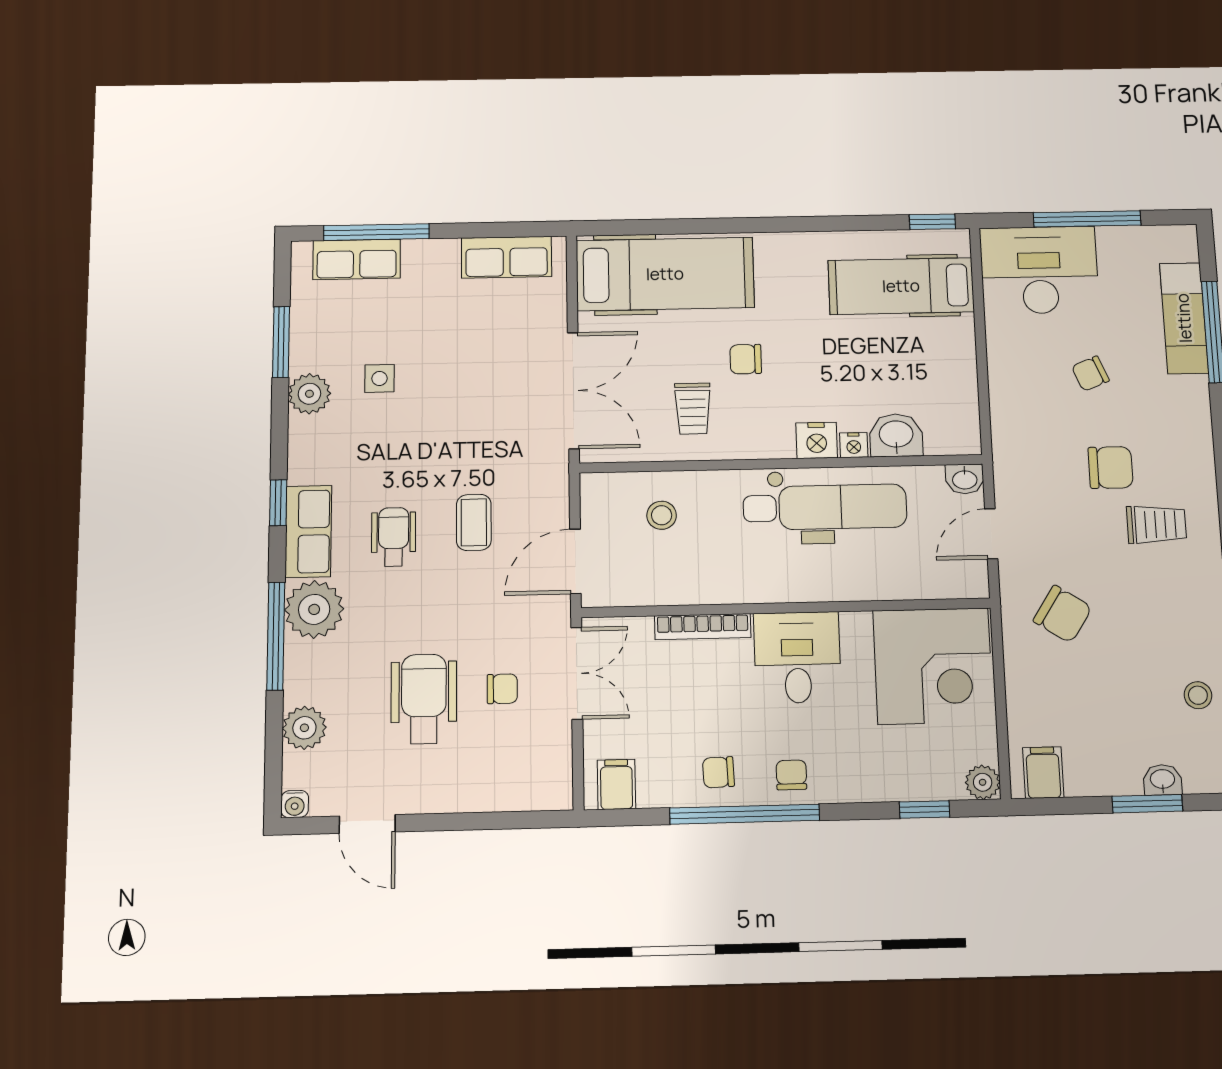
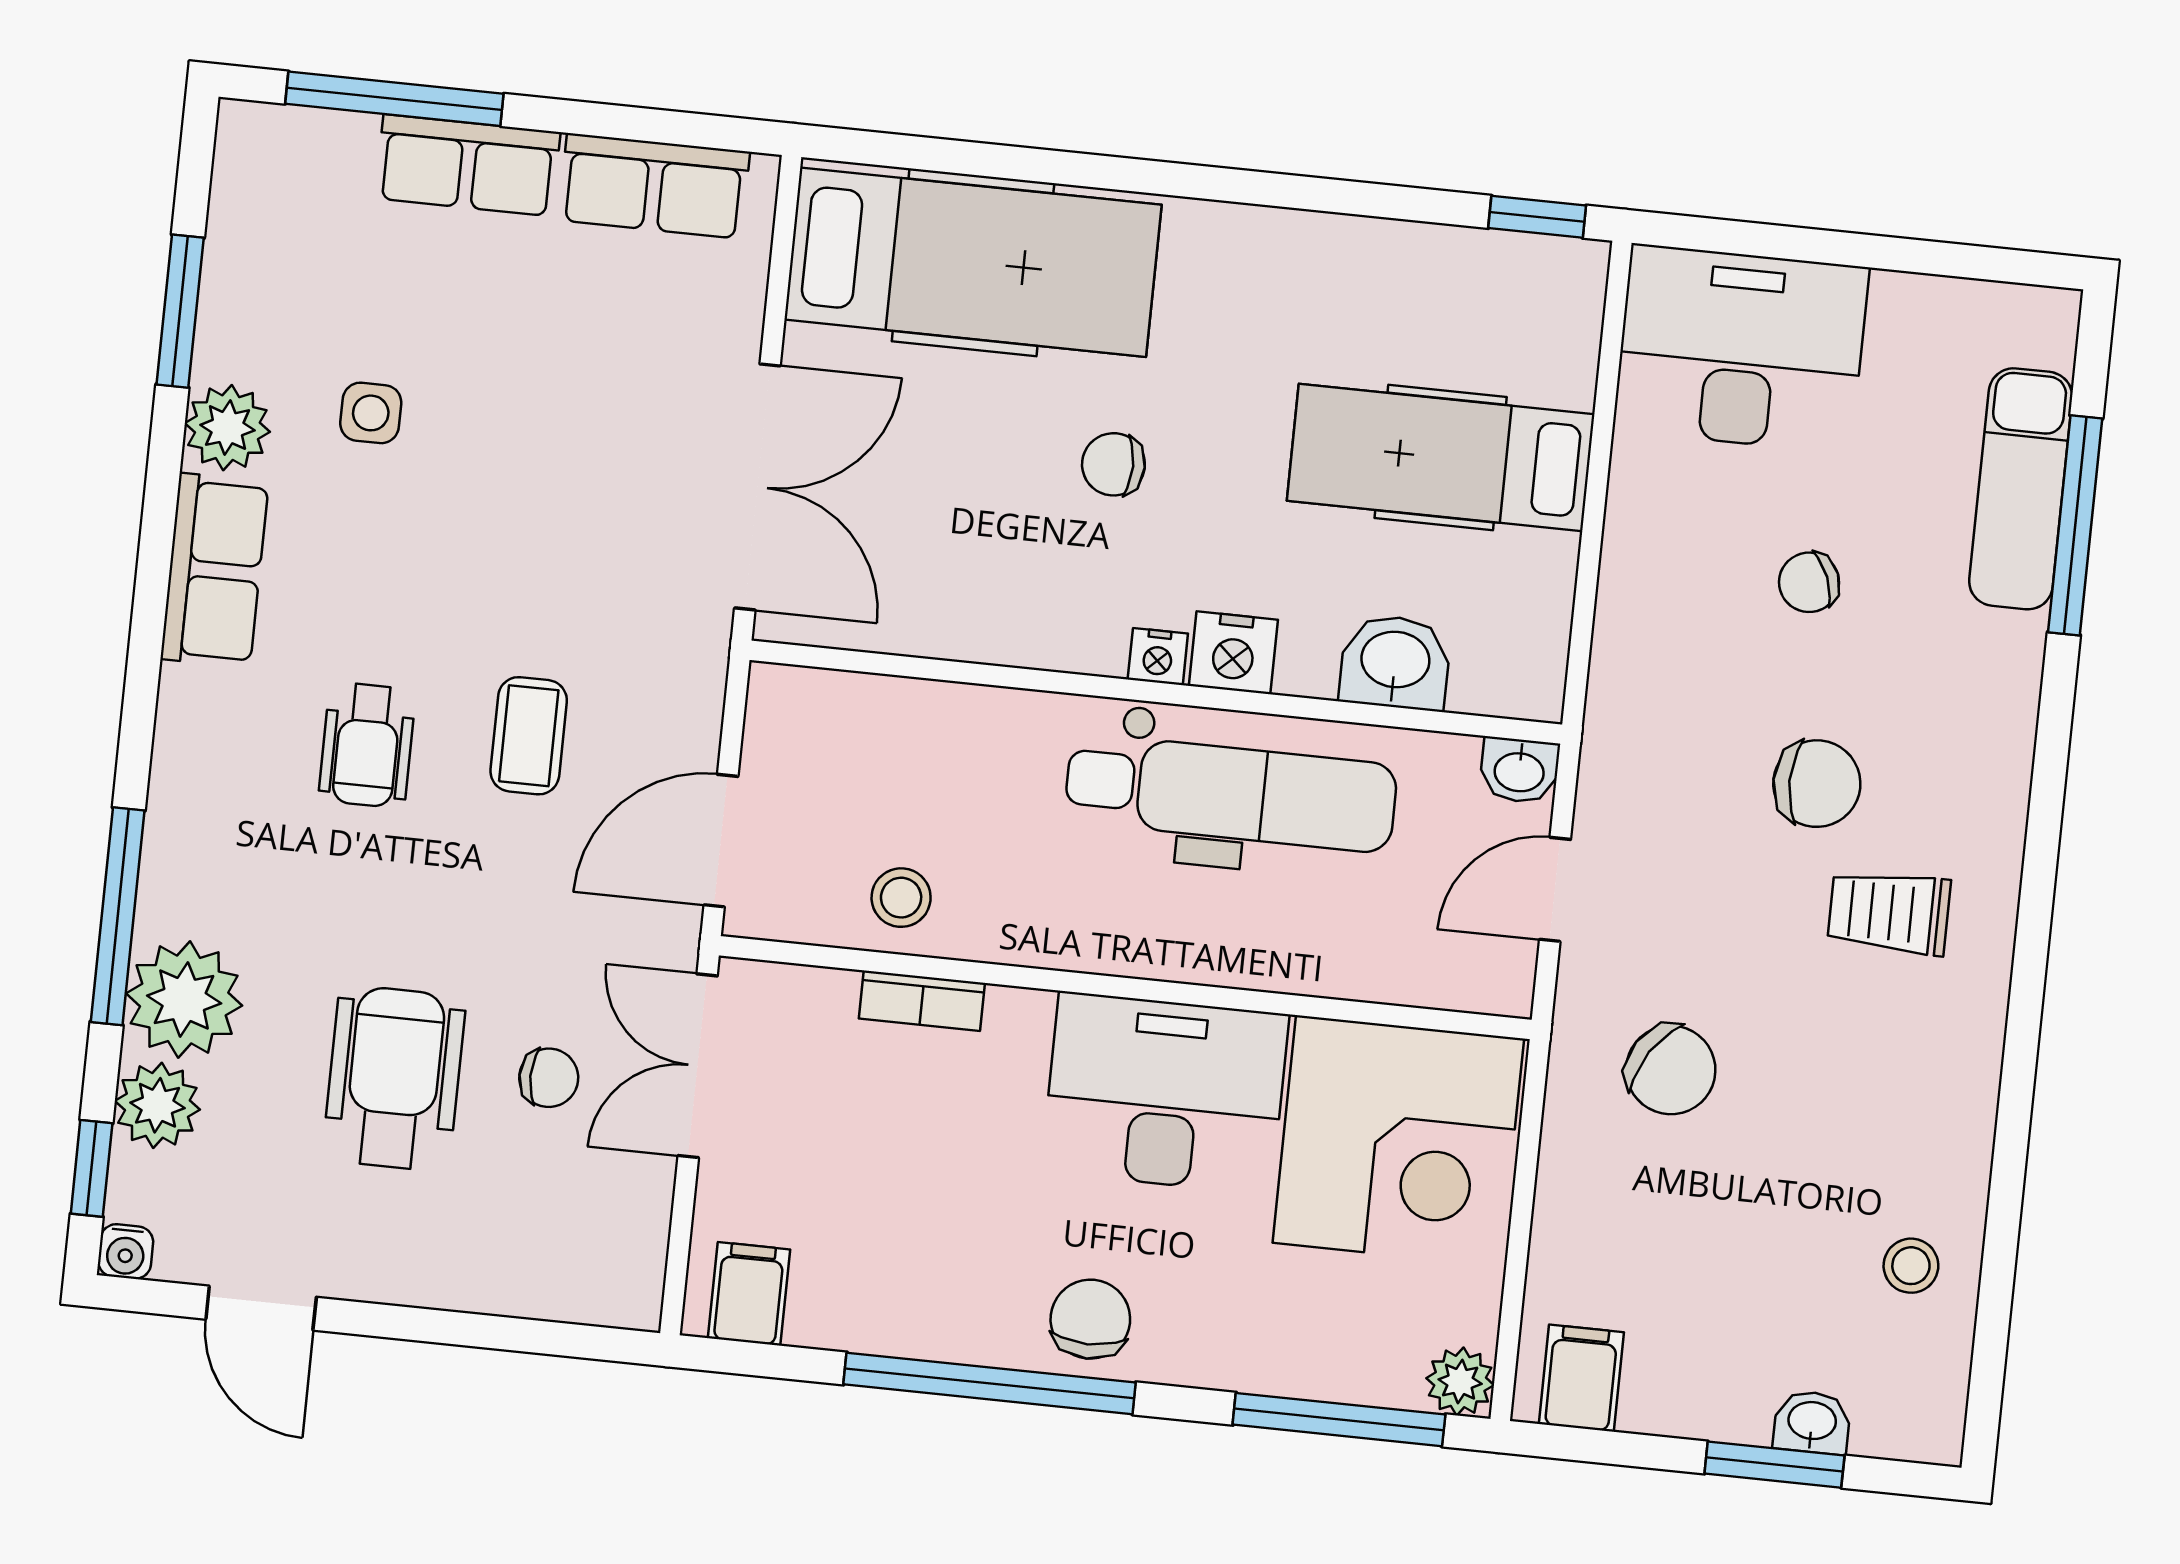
window: (1087, 219) -> (1858, 250), removed
row of seats: (357, 259) -> (468, 165), moved
hospital bed: (901, 286) -> (1441, 458), moved
trolley: (693, 409) -> (993, 555), removed
nightstand: (854, 445) -> (1158, 657), moved
window: (278, 503) -> (92, 1168), moved
stool: (662, 515) -> (901, 898), moved
trolley: (1156, 524) -> (1889, 912), turned 180
row of seats: (308, 531) -> (215, 570), moved
wheelchair: (394, 537) -> (367, 745), turned 180
plant: (314, 609) -> (184, 1000), moved
bookcase: (703, 627) -> (922, 1001), width x0.64
desk: (797, 657) -> (1165, 1093), width x1.37
double door: (577, 673) -> (698, 1066), swing flipped
chair: (718, 772) -> (950, 1296), removed
chair: (791, 775) -> (1090, 1319), width x1.37, depth x1.37
window: (924, 809) -> (1339, 1420), width x2.17

